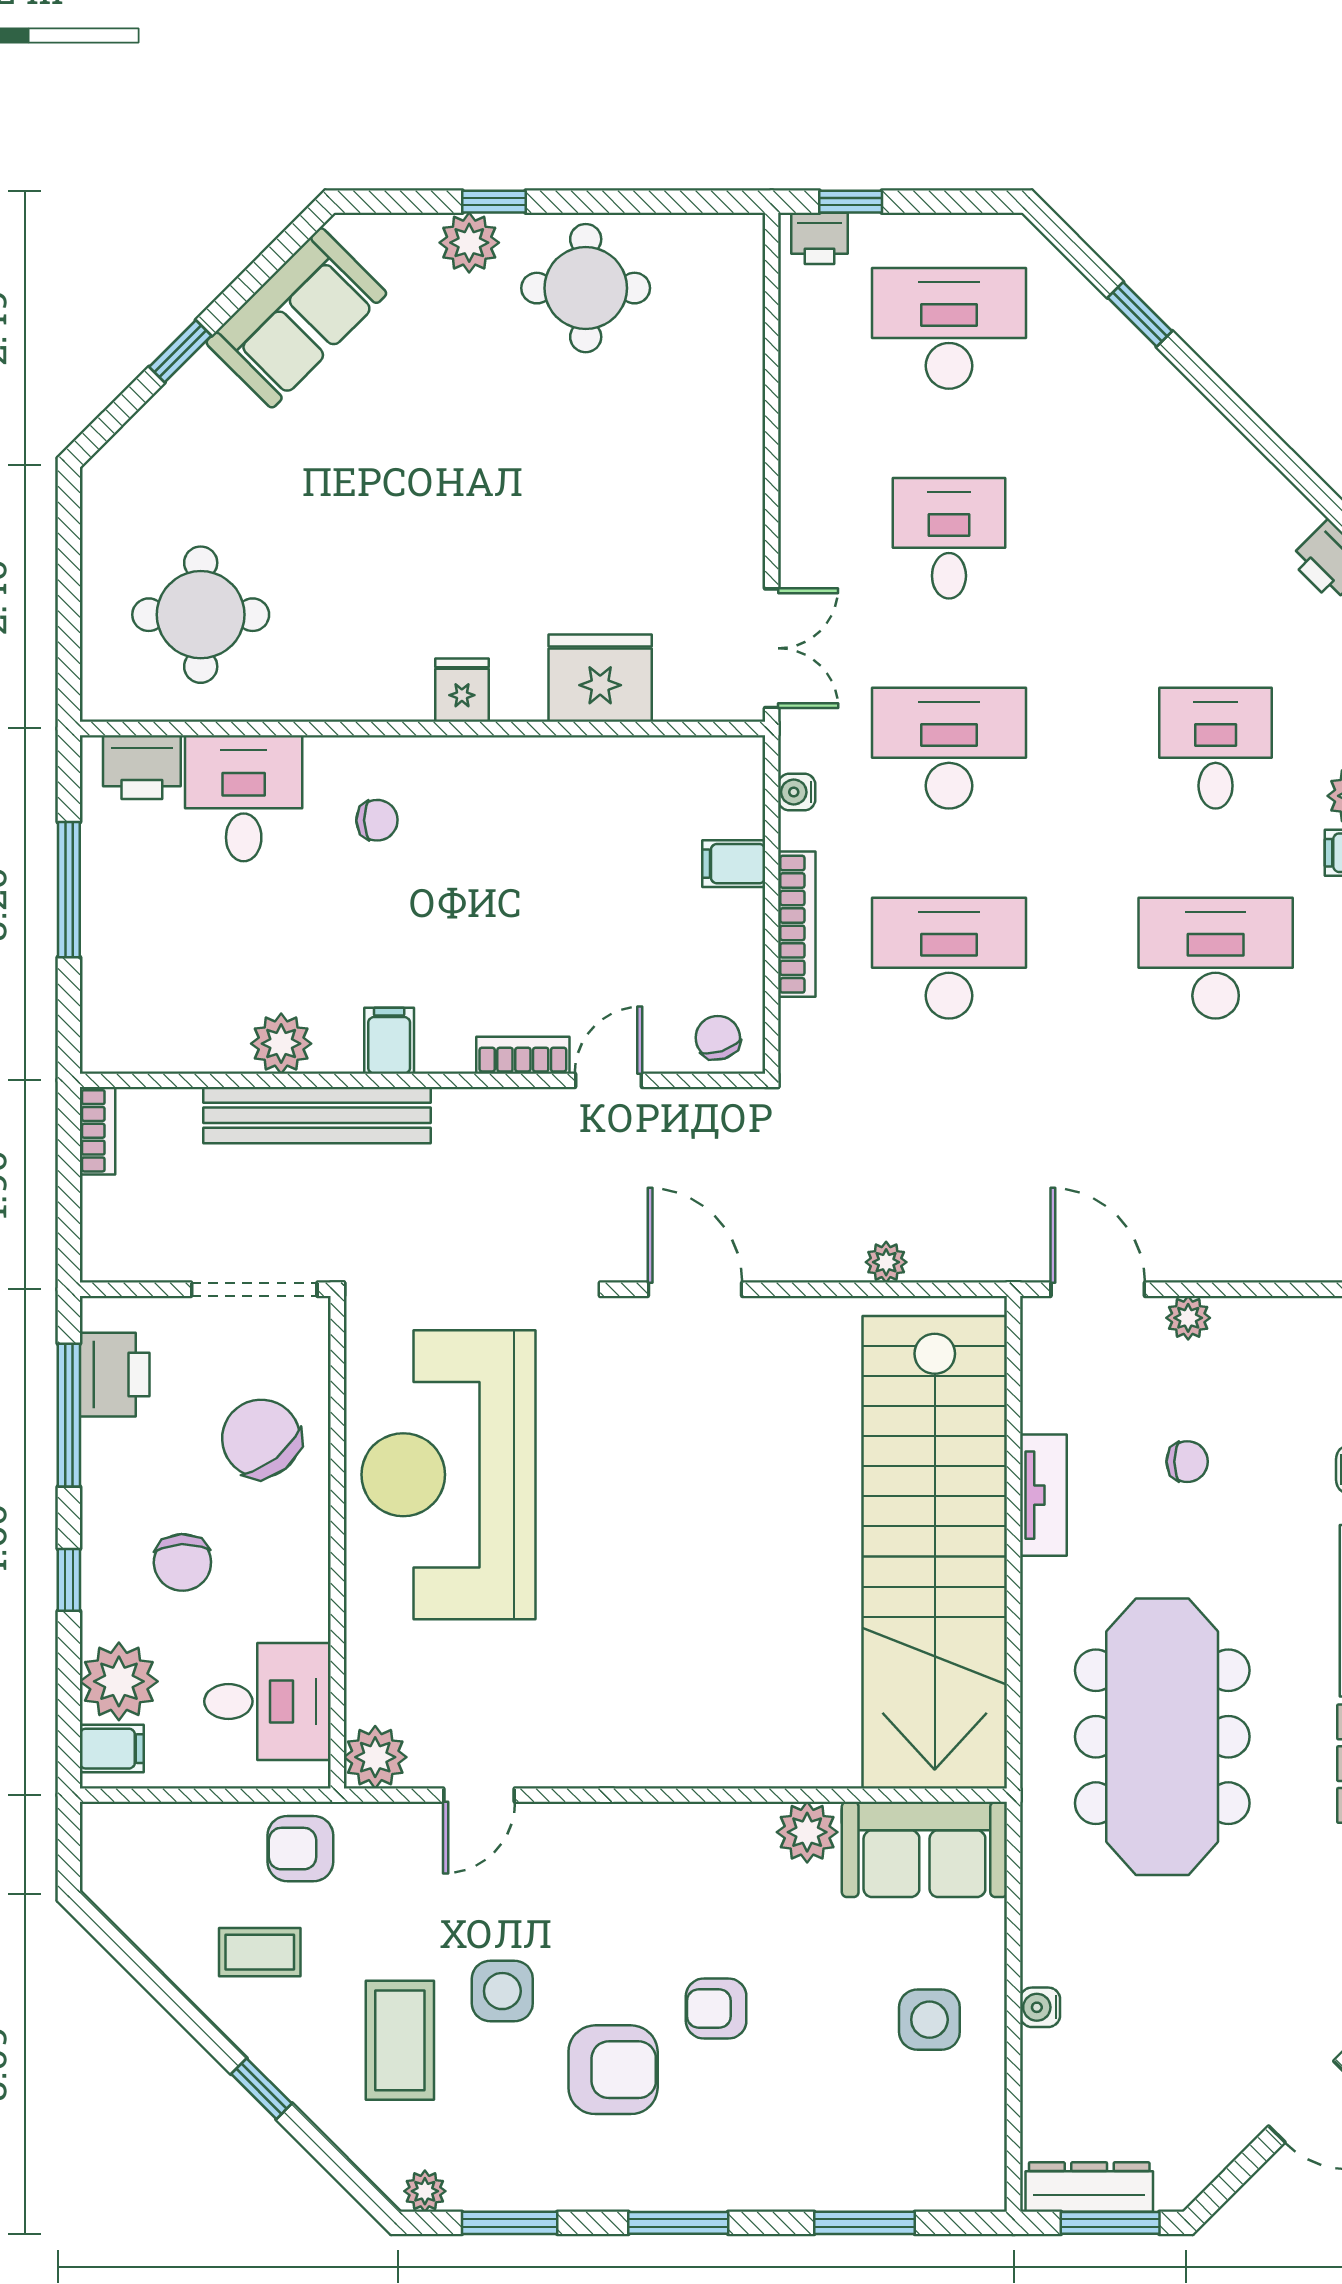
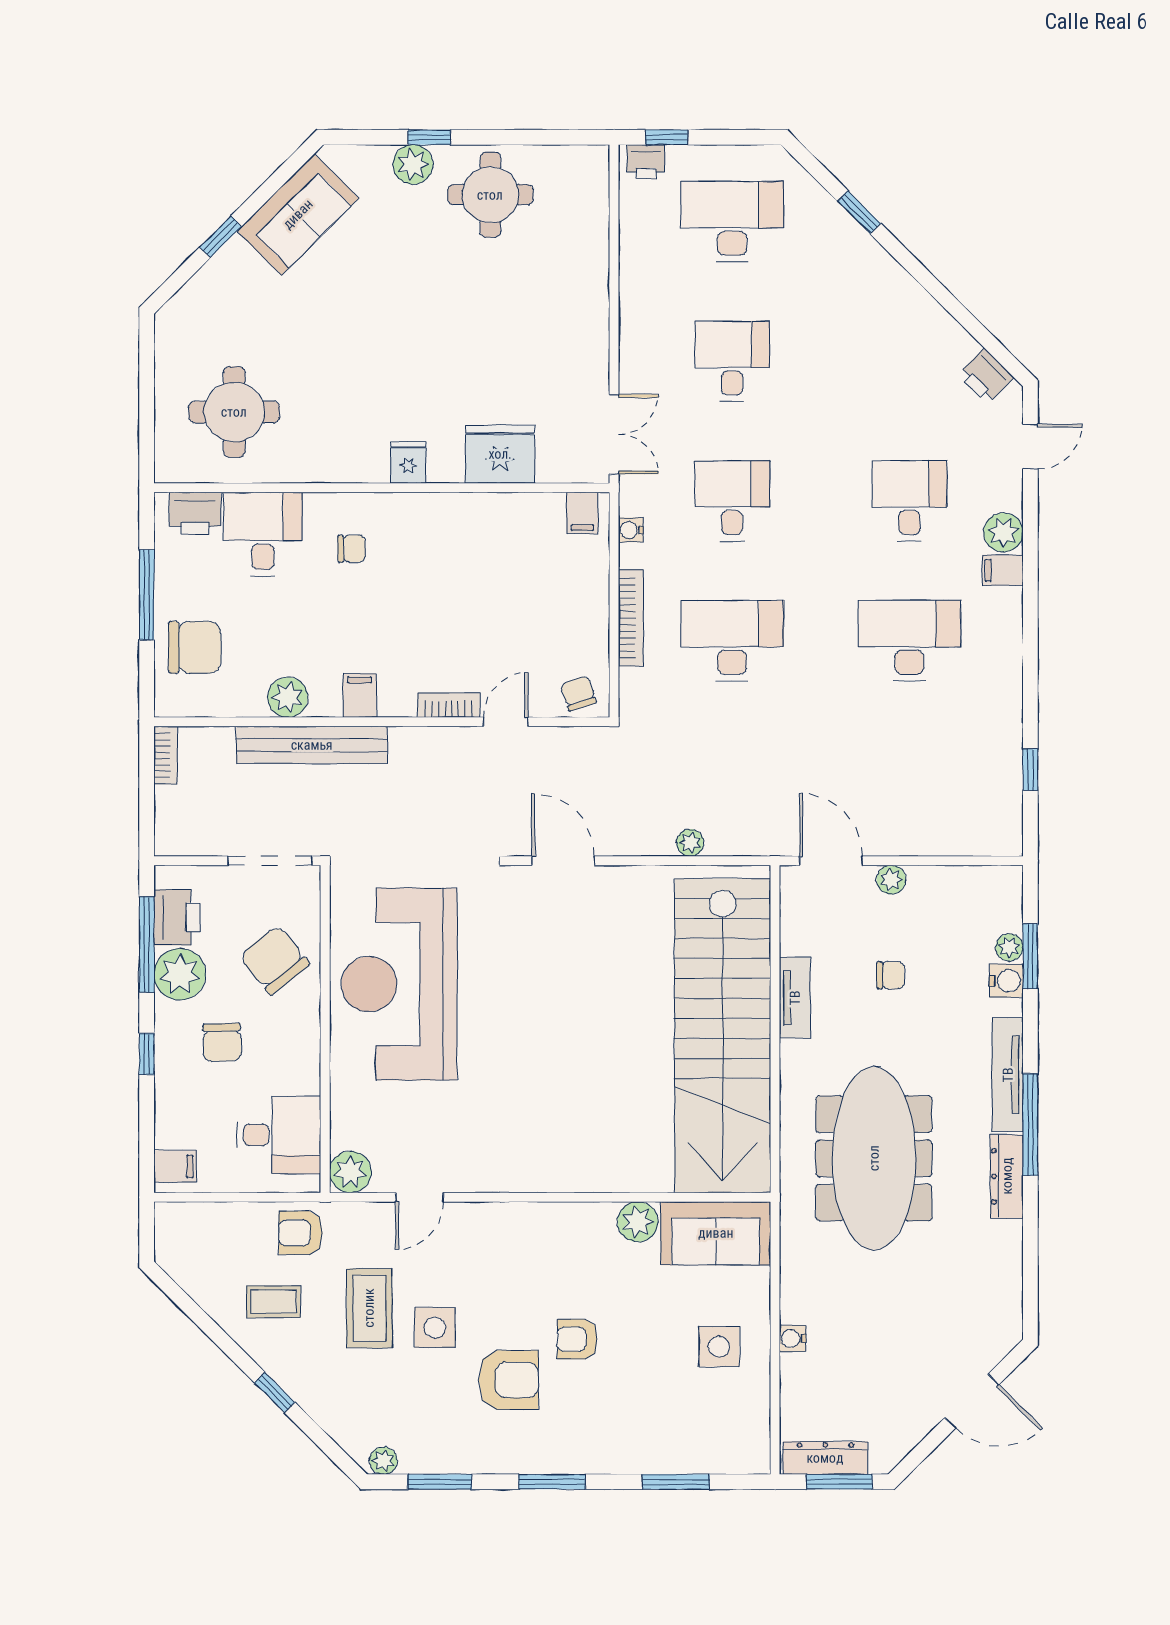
desk: (949, 748) -> (732, 501), width x0.73
filing cabinet: (734, 864) -> (582, 513), moved, turned -90
chair: (141, 968) -> (195, 647), added
plant: (119, 1681) -> (180, 974), moved
coffee table: (400, 2040) -> (369, 1308), moved

